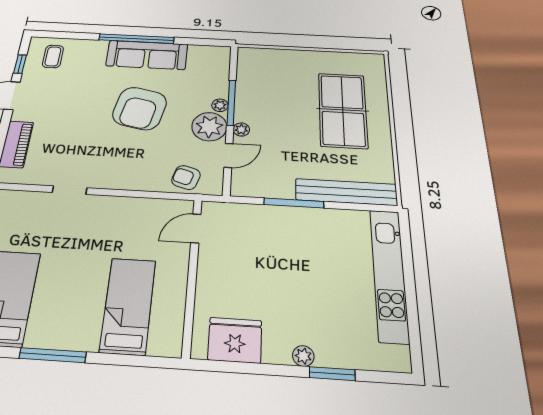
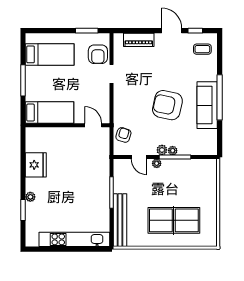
plant: (209, 127) -> (162, 150), width x0.53, depth x0.53
armchair: (28, 211) -> (98, 54), added
door: (196, 228) -> (93, 125), moved
wall: (192, 275) -> (68, 125), moved

